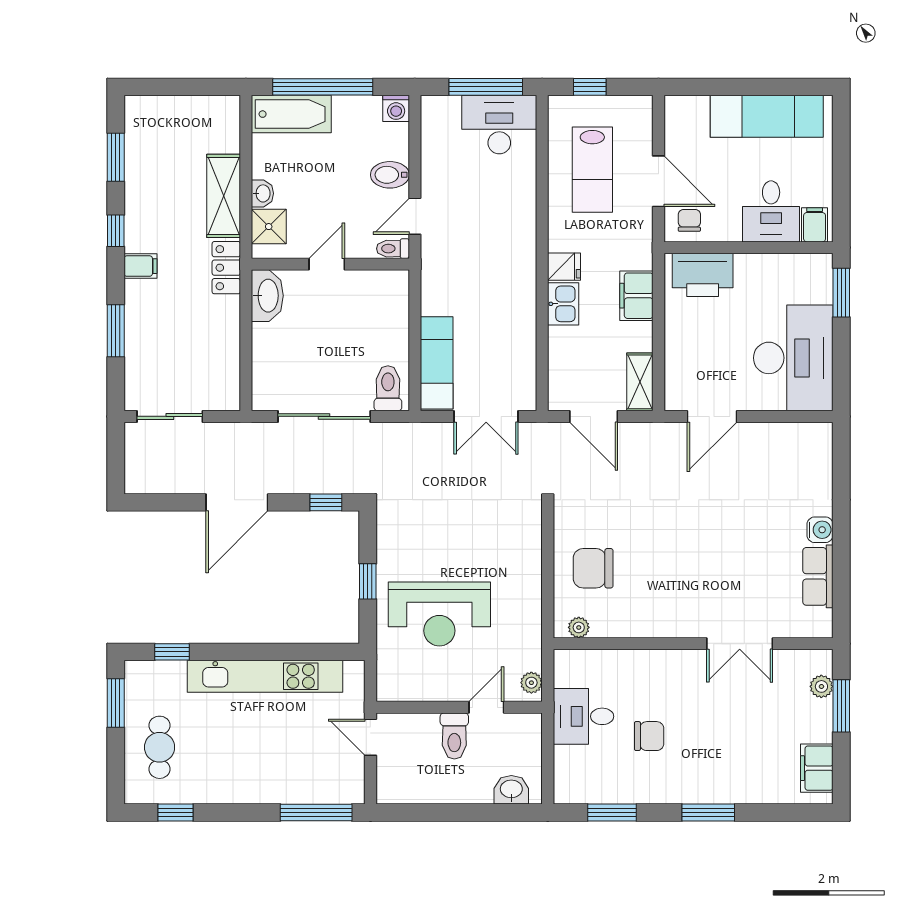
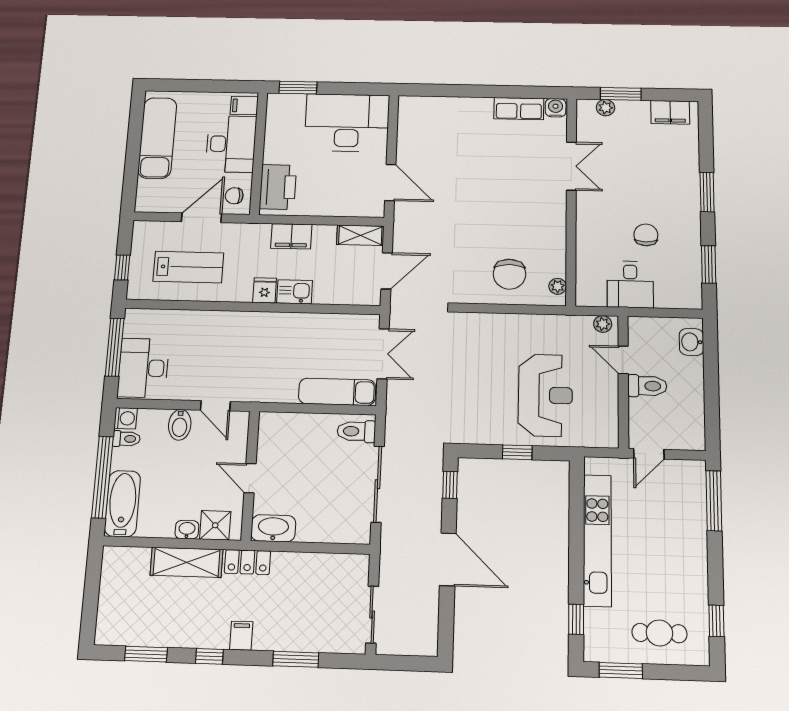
desk: (499, 125) -> (143, 368), moved
desk: (771, 211) -> (231, 144), width x1.37
toilet: (393, 249) -> (126, 439), moved, turned -90
water cooler: (820, 530) -> (556, 108), moved

